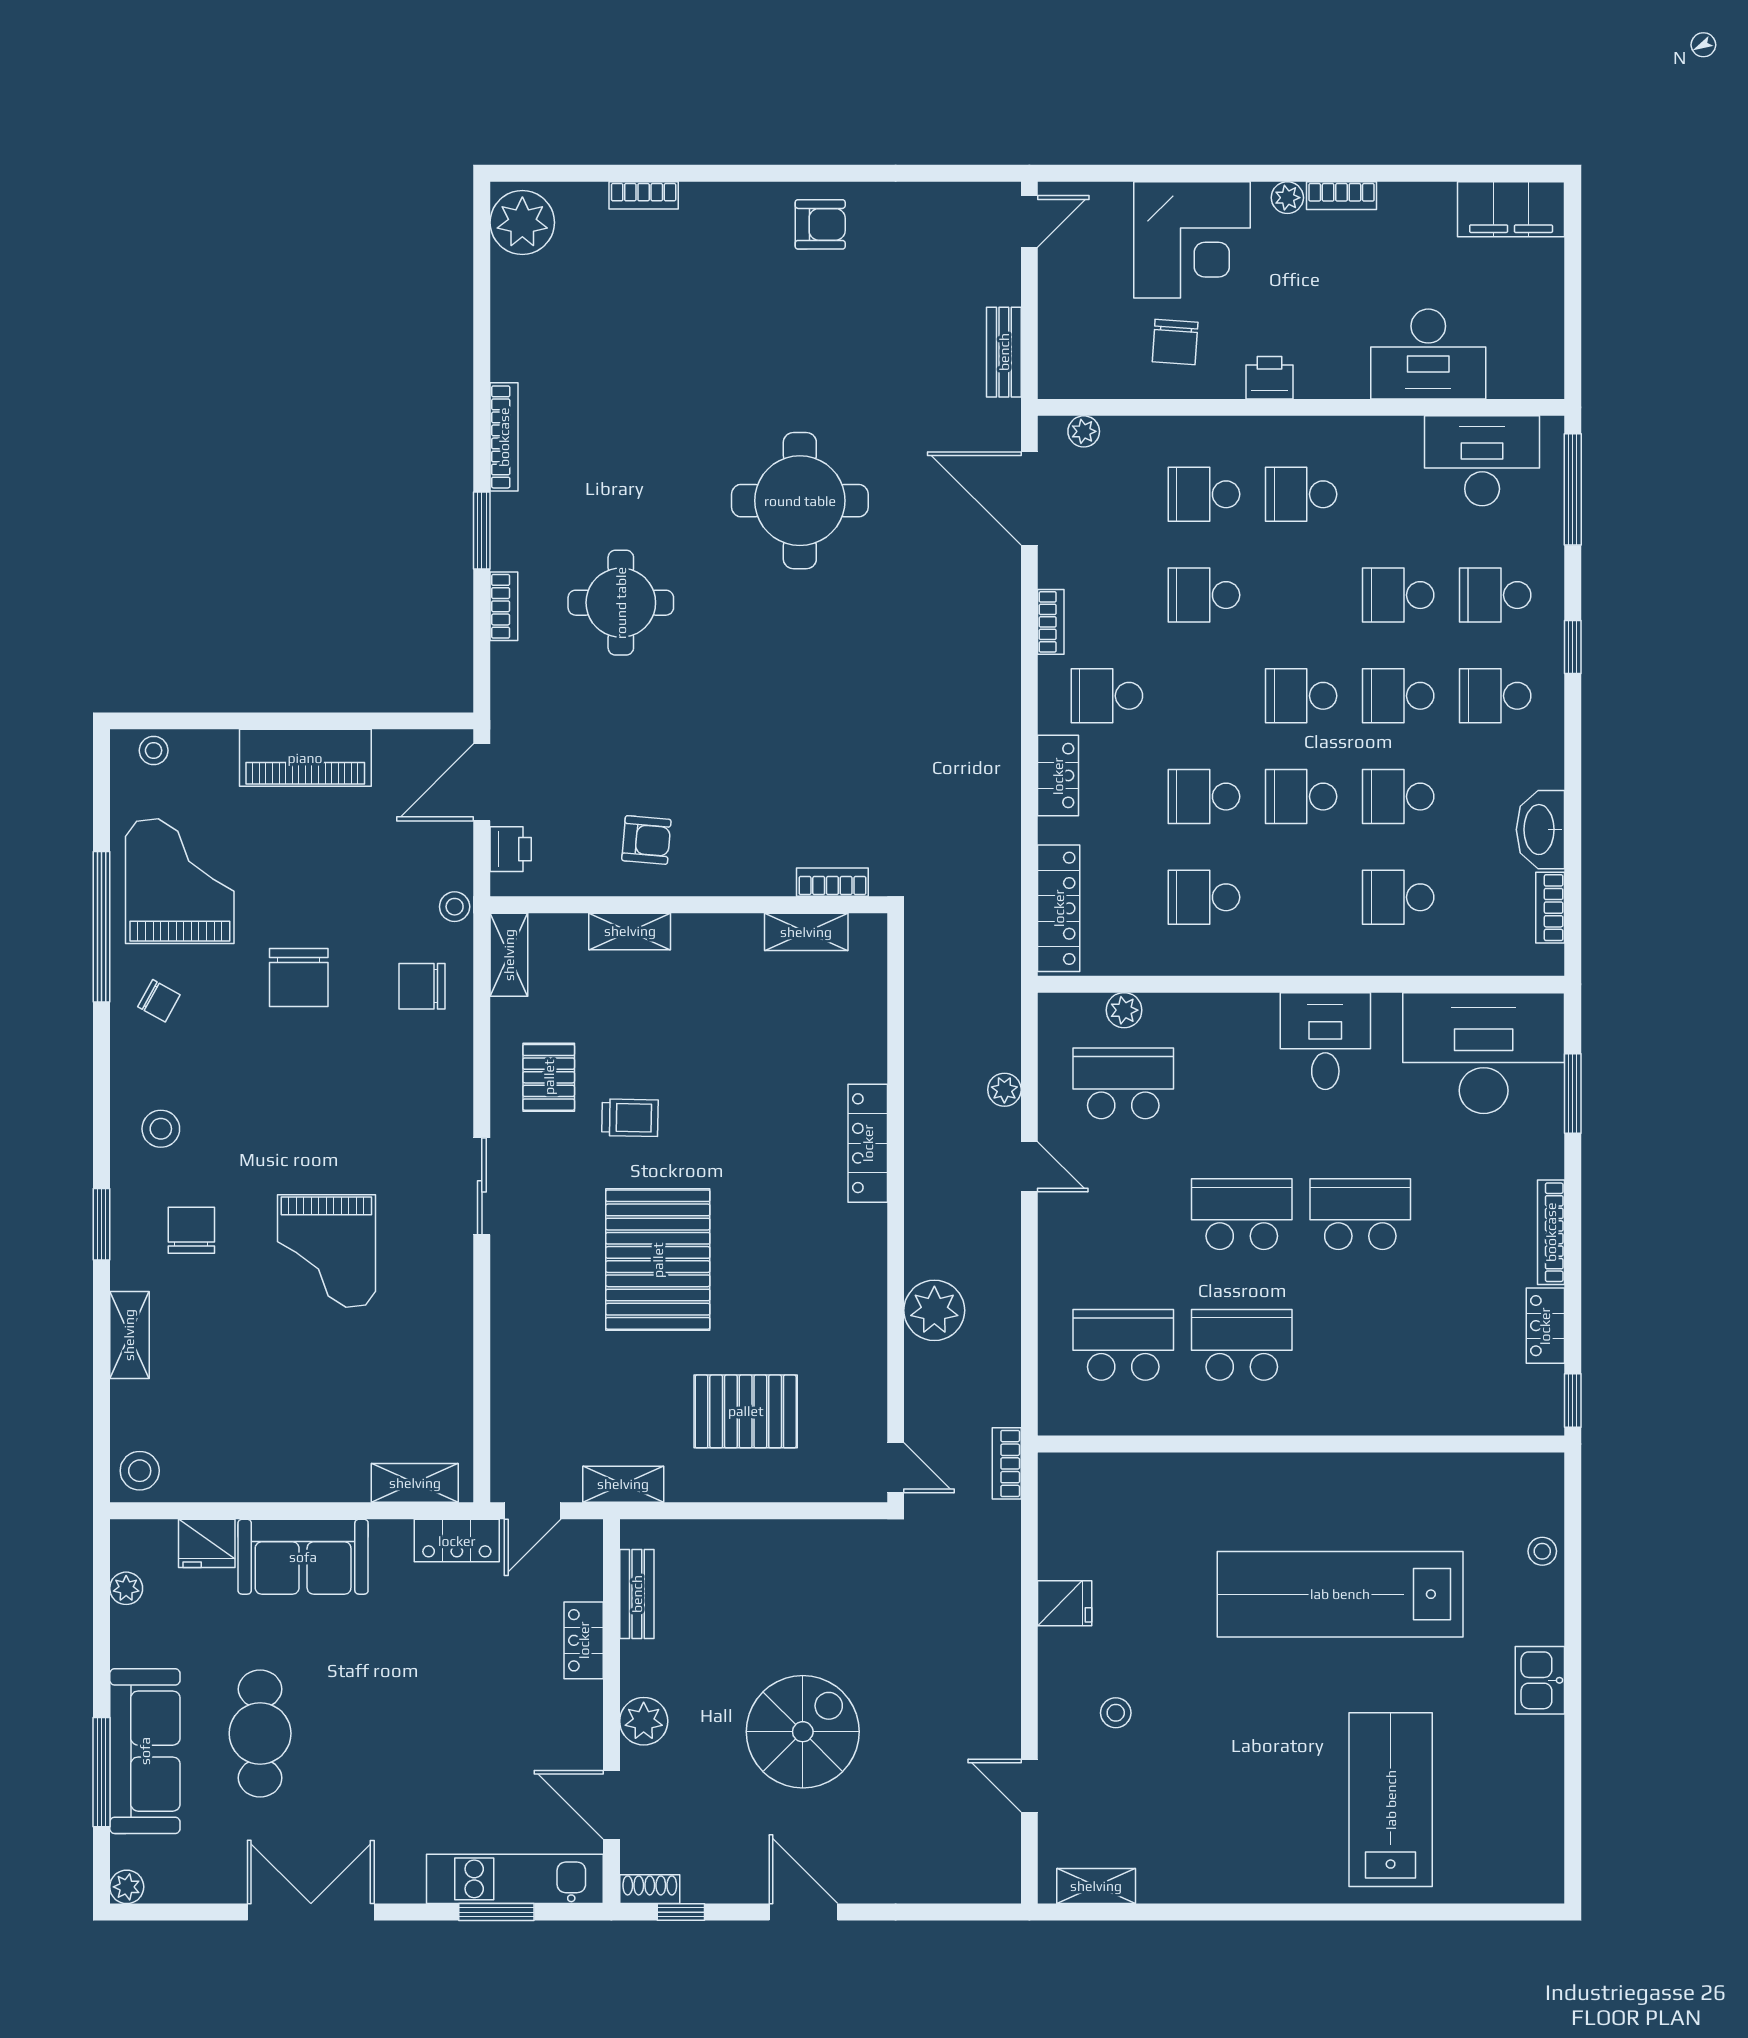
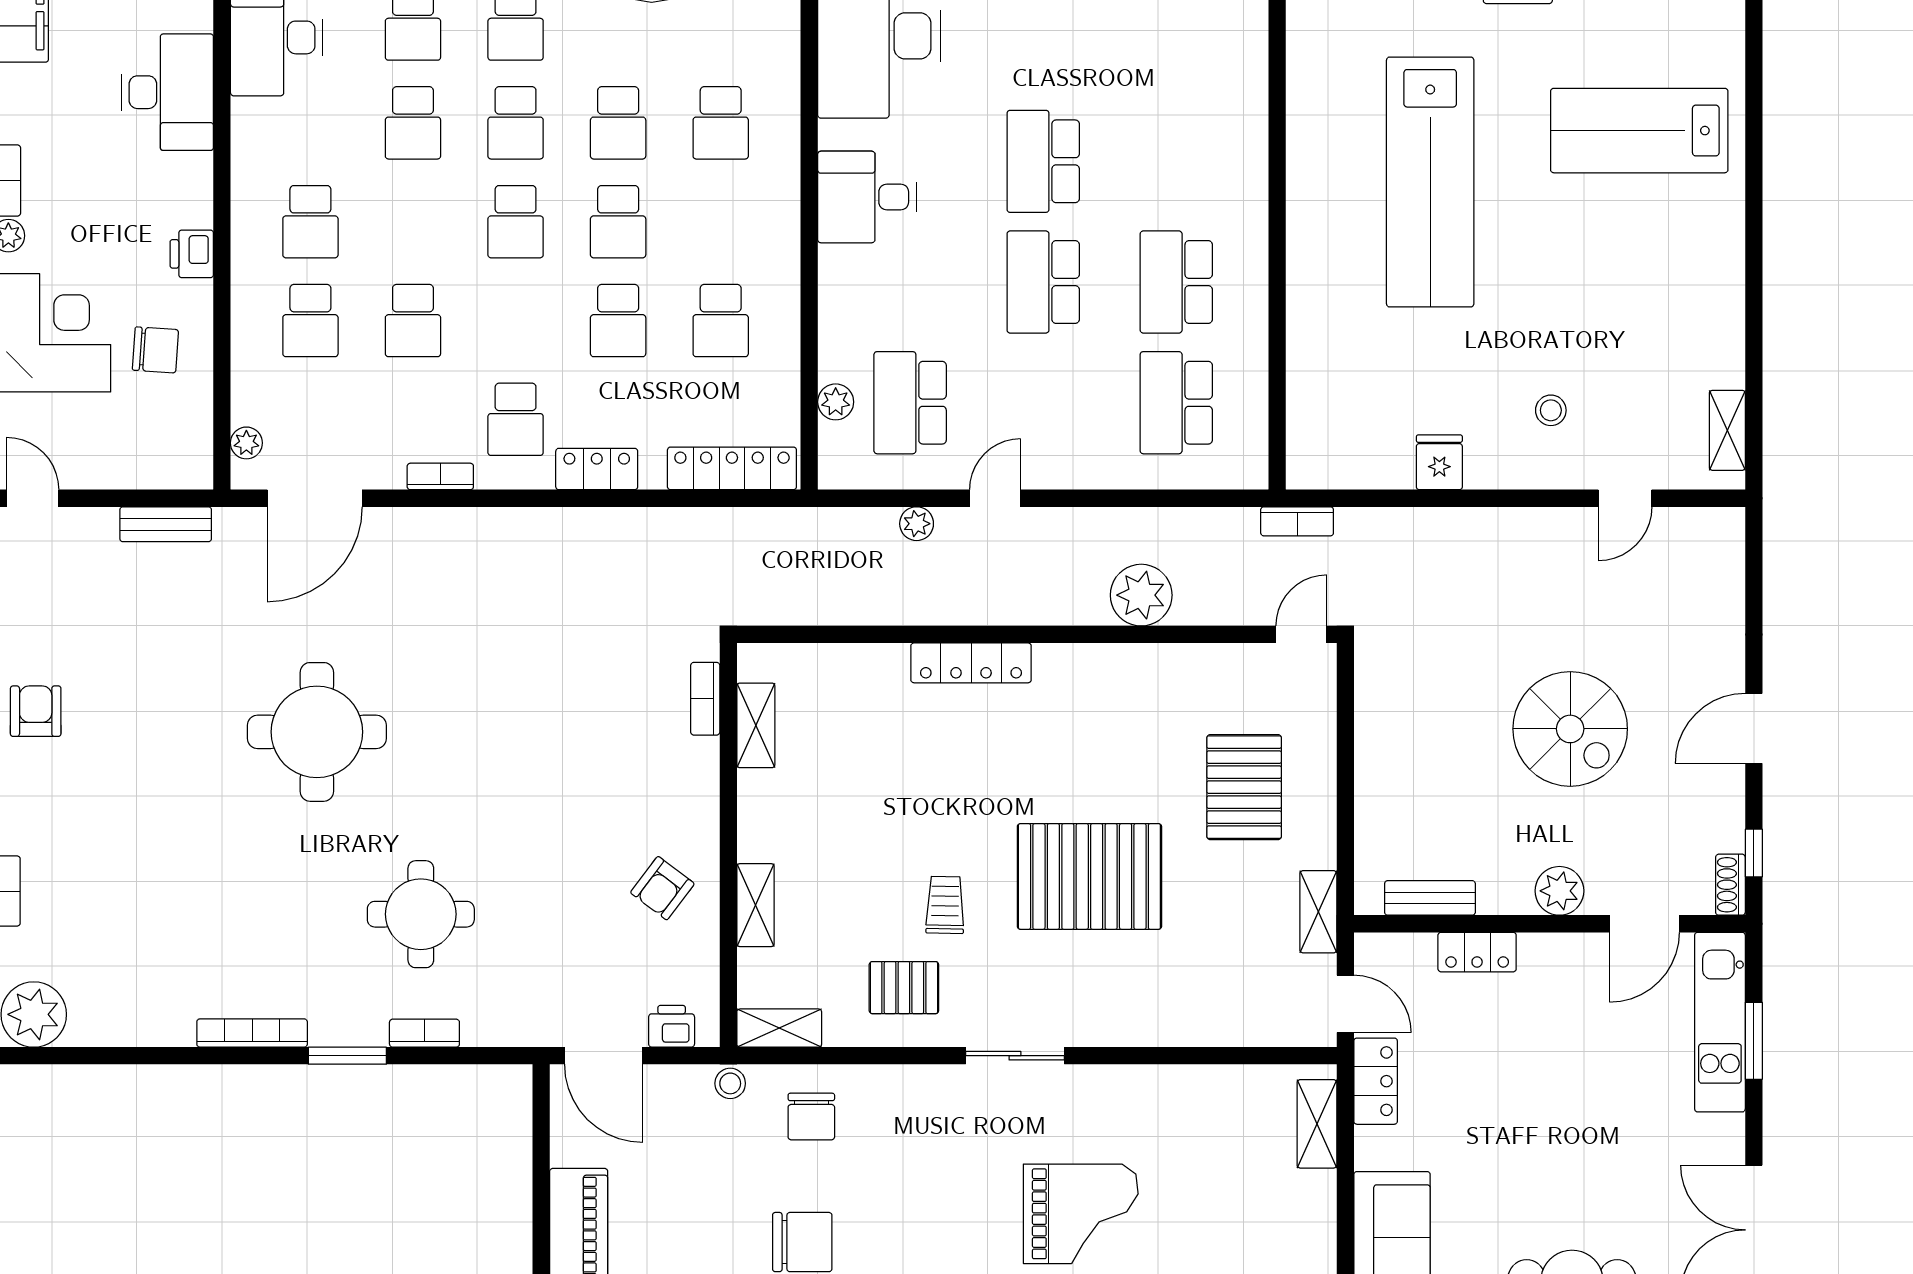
armchair: (646, 840) -> (662, 888), turned -148
spiral stairs: (803, 1732) -> (1570, 729), turned 180

